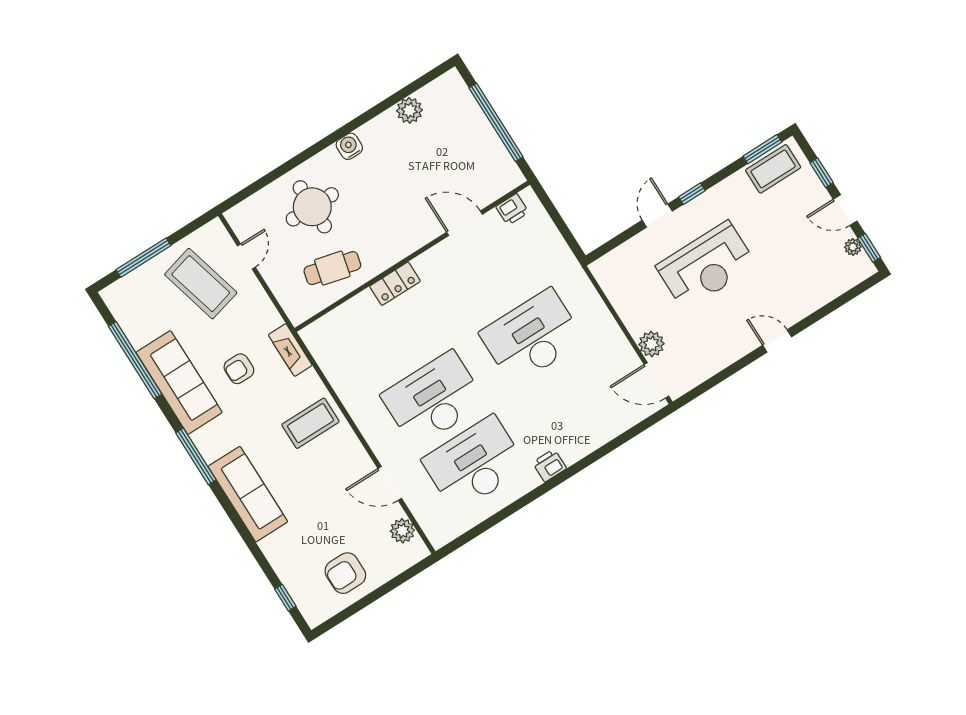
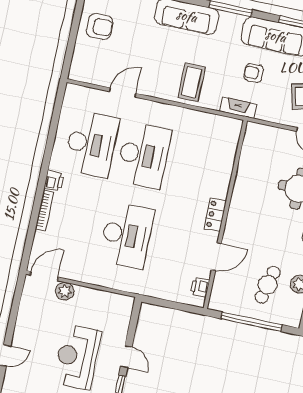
cafe table: (332, 268) -> (268, 285), moved
locker: (395, 284) -> (215, 215), moved
armchair: (239, 369) -> (254, 73), turned -90
bookcase: (589, 446) -> (44, 210), added
plant: (402, 531) -> (93, 76), removed
armchair: (345, 573) -> (100, 27), turned 90

